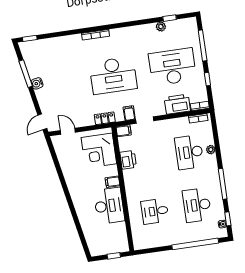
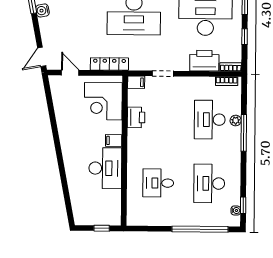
filing cabinet: (129, 113) -> (146, 62), removed
locker: (105, 118) -> (109, 64), width x1.53
window: (223, 184) -> (244, 133), moved

